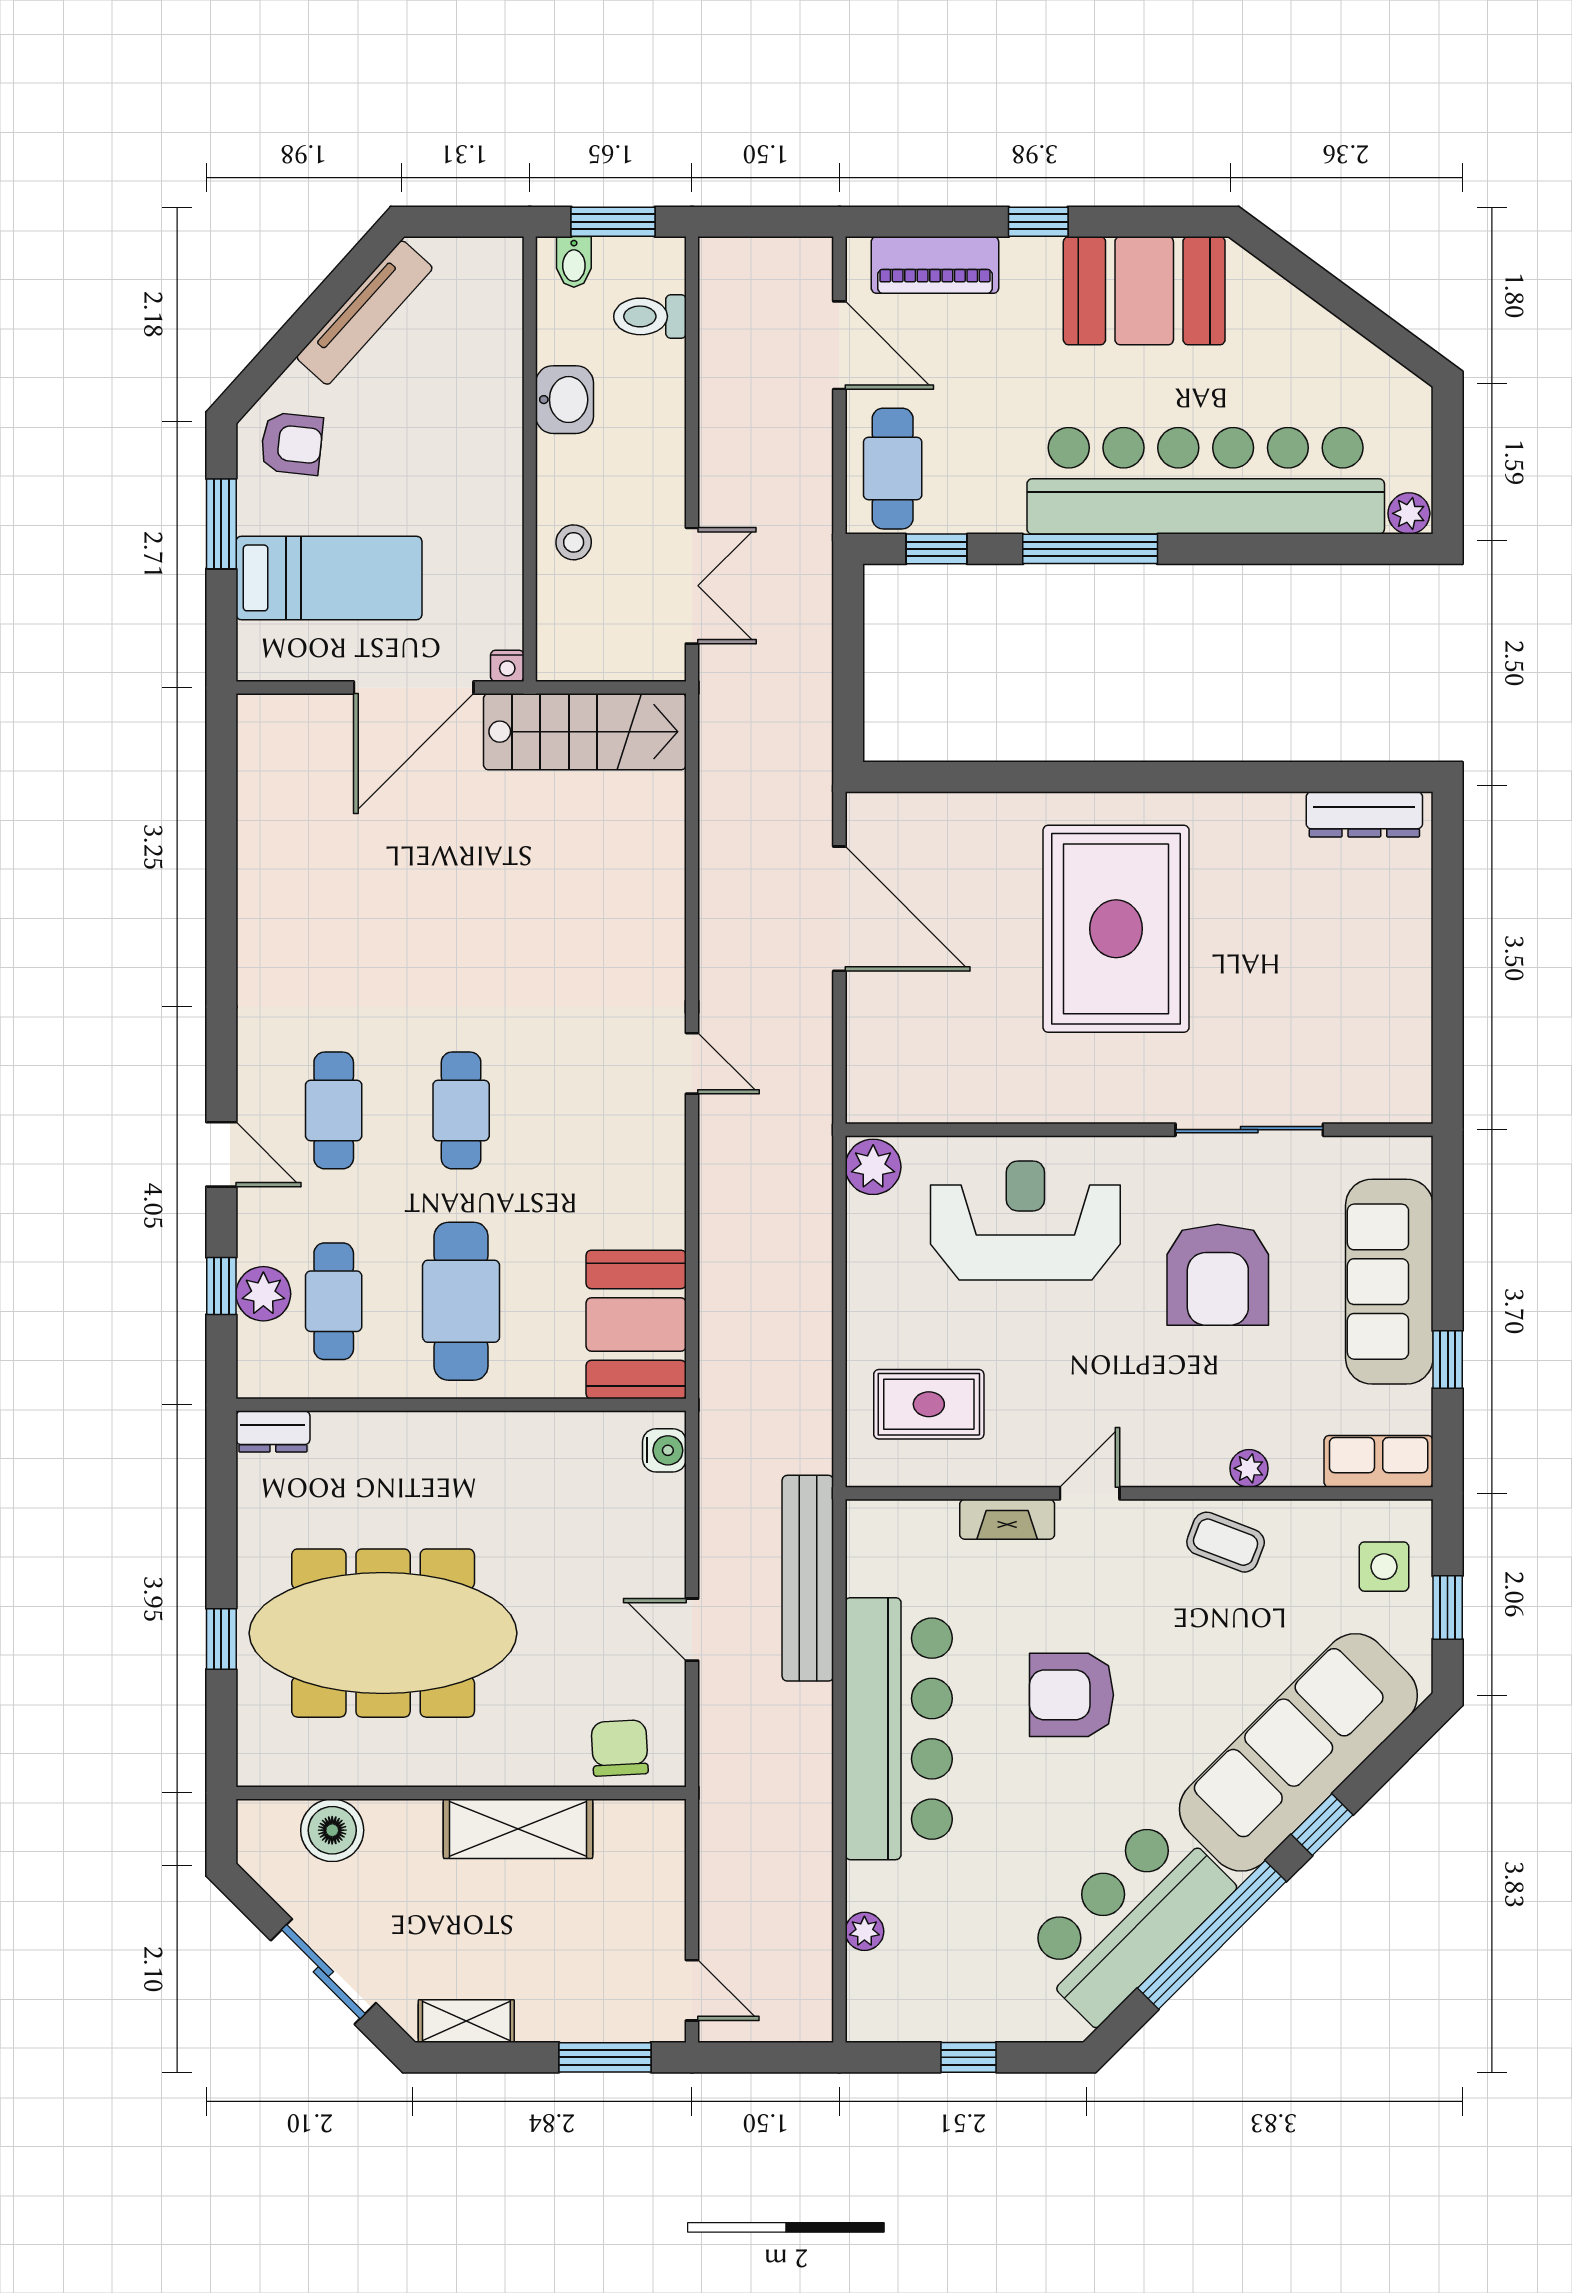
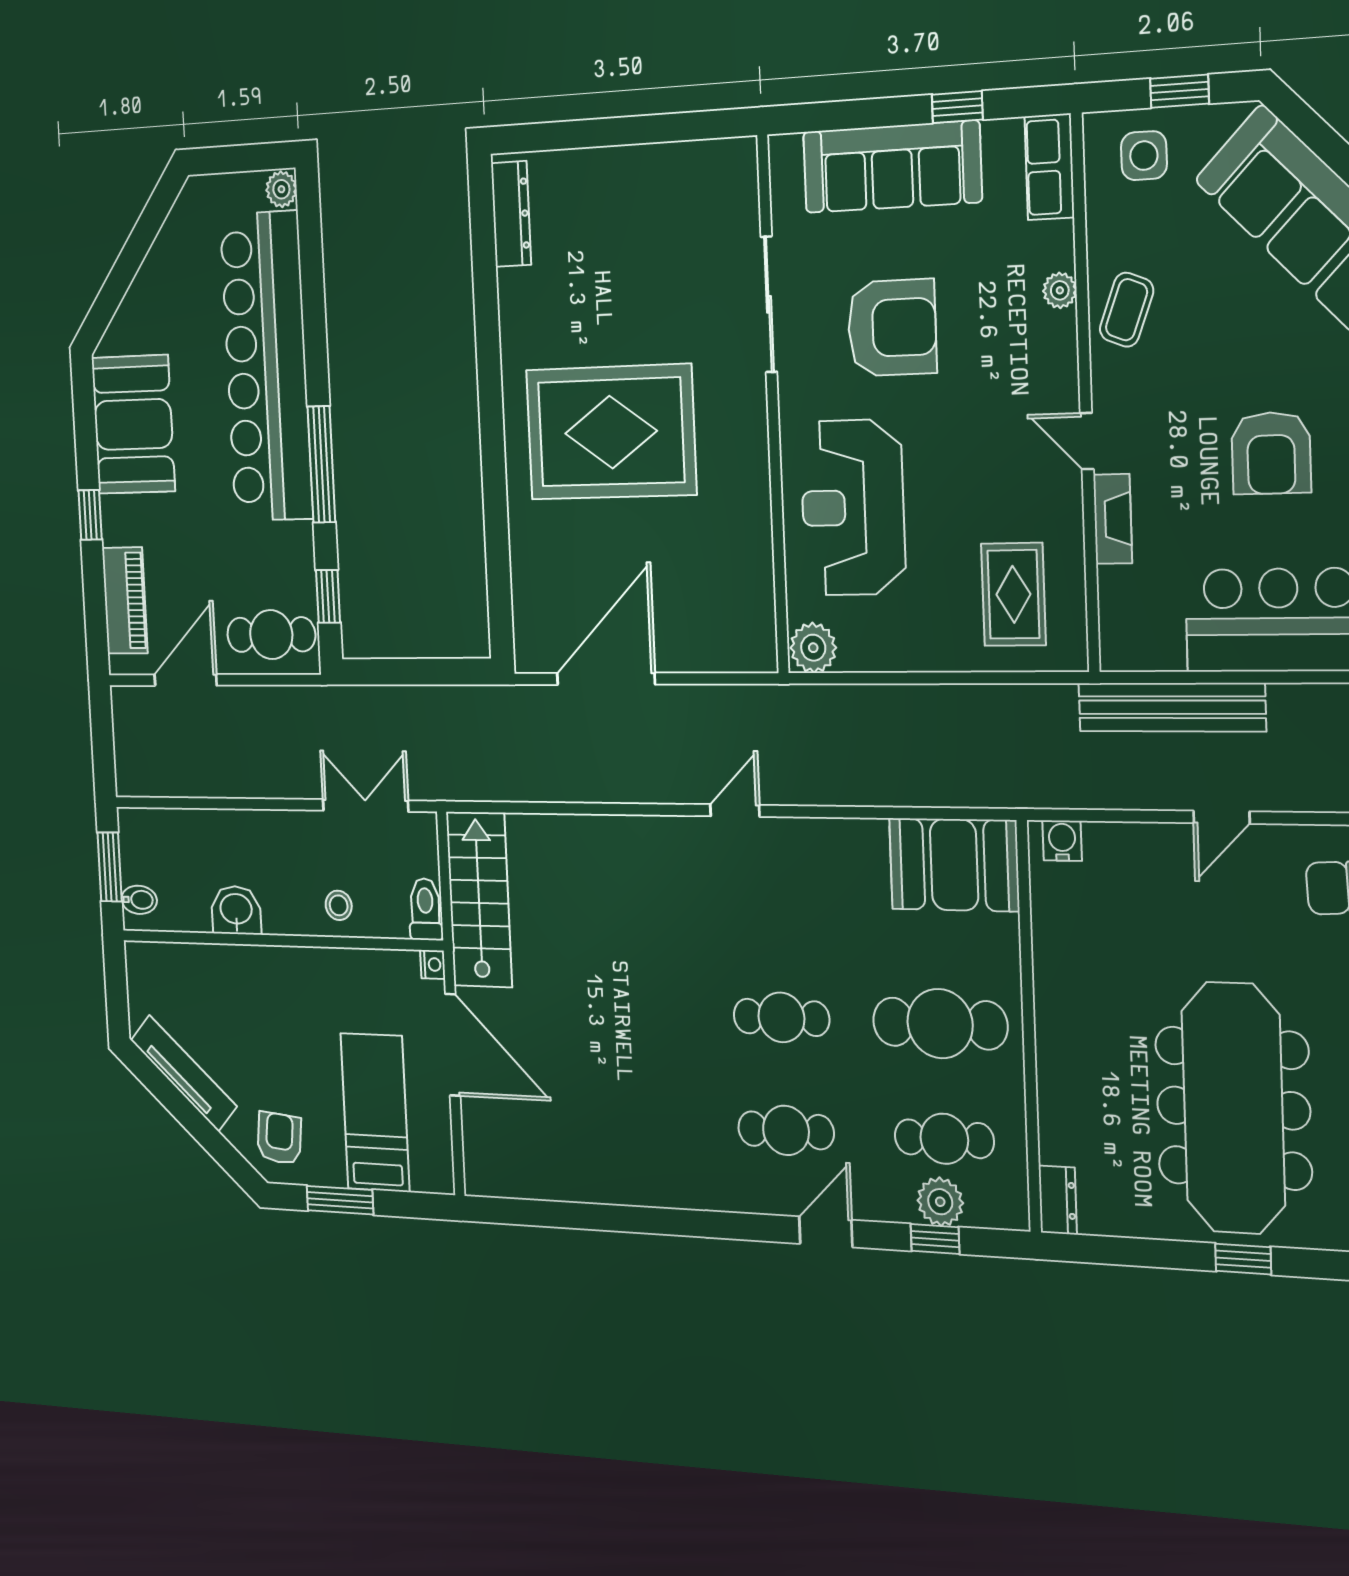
toilet: (650, 316) -> (425, 909), moved, turned 180

